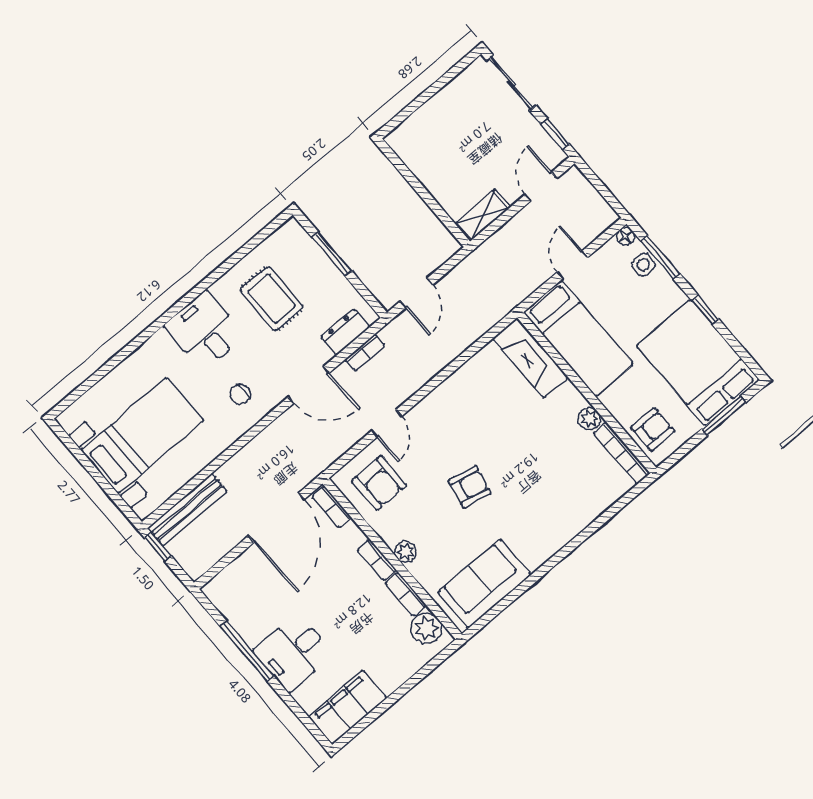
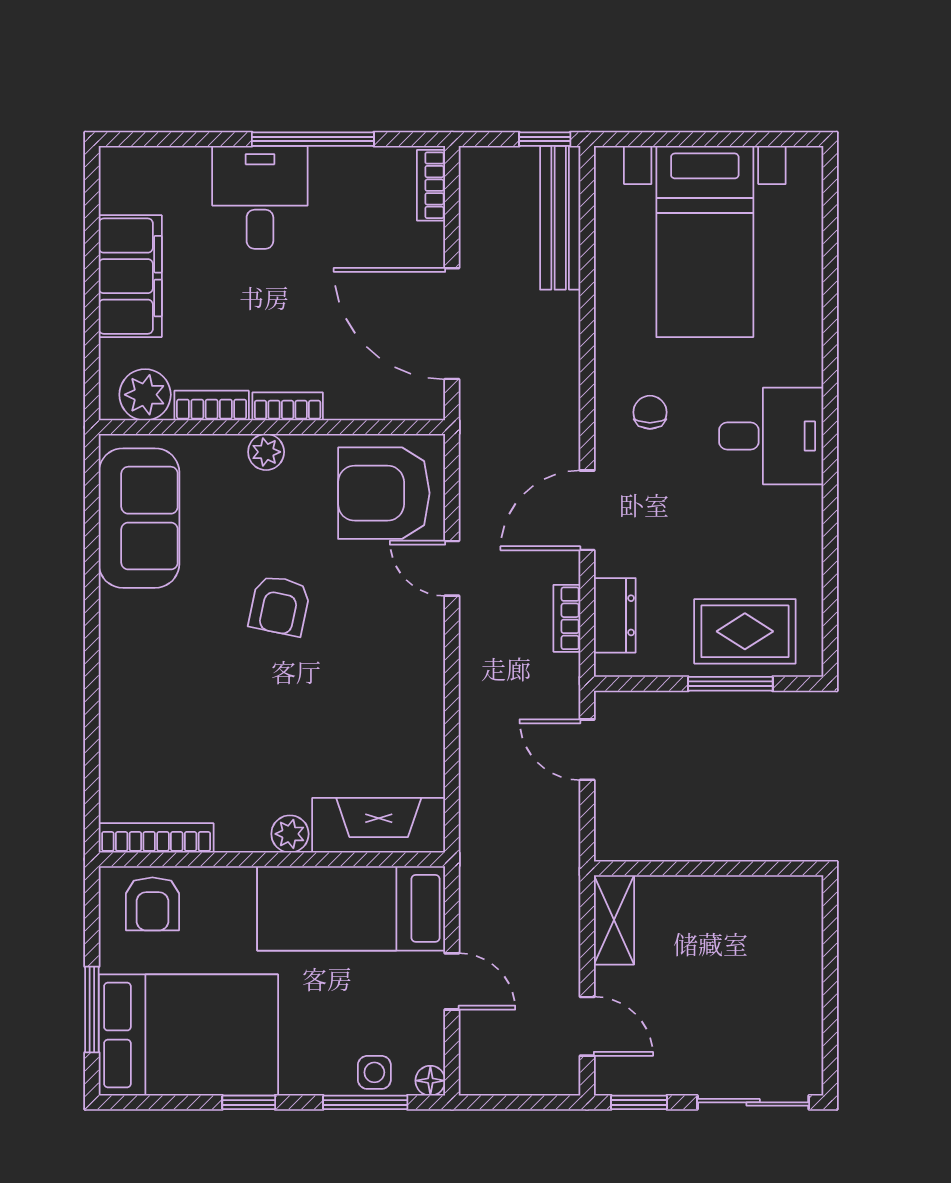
rug: (272, 299) -> (745, 631), moved
plant: (589, 419) -> (290, 834), moved
armchair: (379, 483) -> (384, 493), width x1.36, depth x1.36
bookcase: (332, 507) -> (431, 185), moved, turned -90
filing cabinet: (348, 707) -> (130, 276), moved

